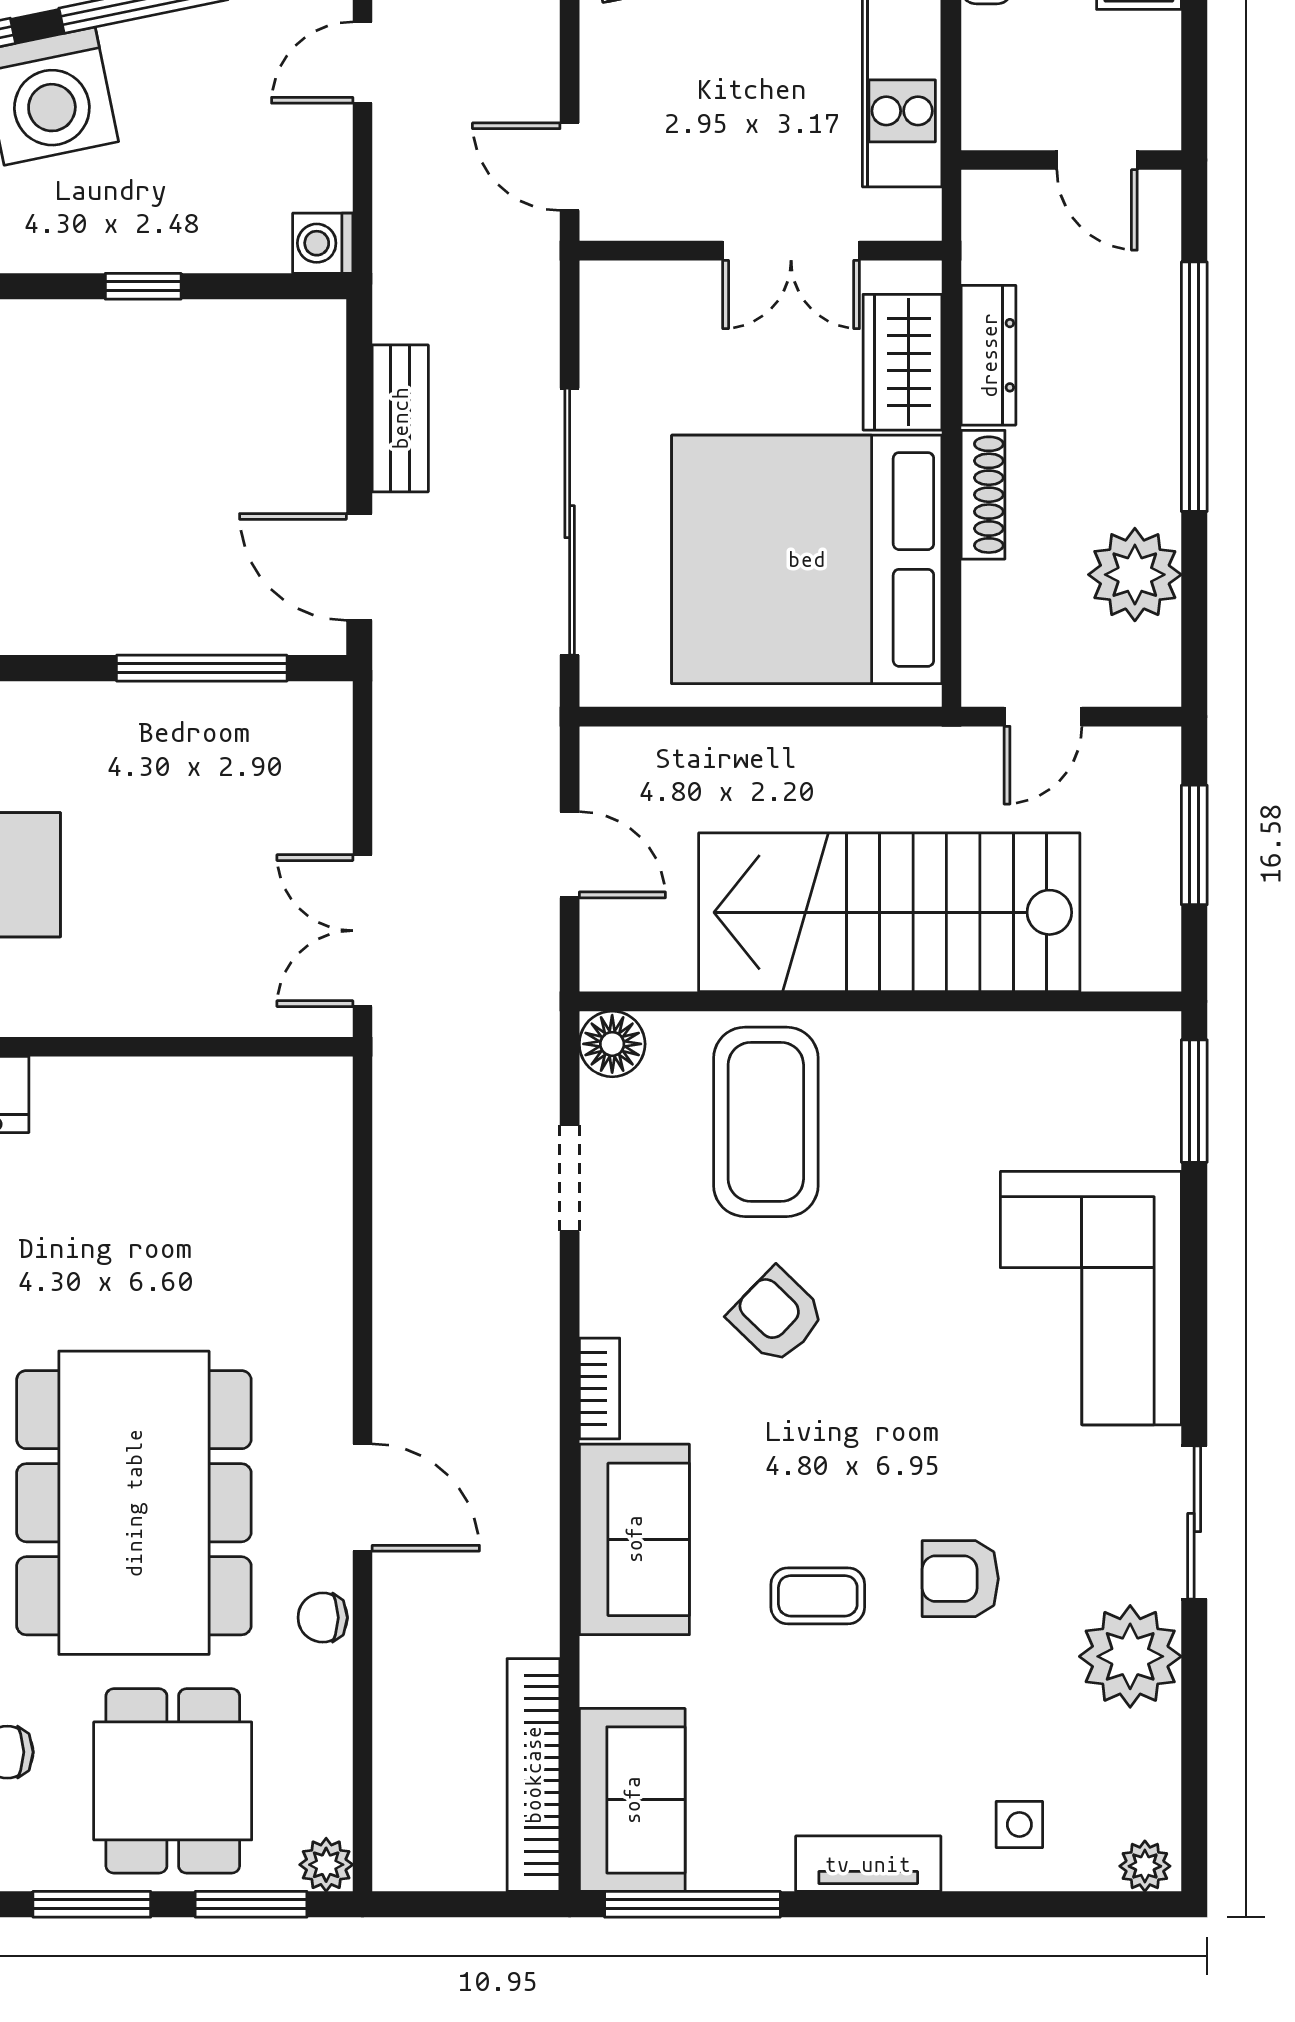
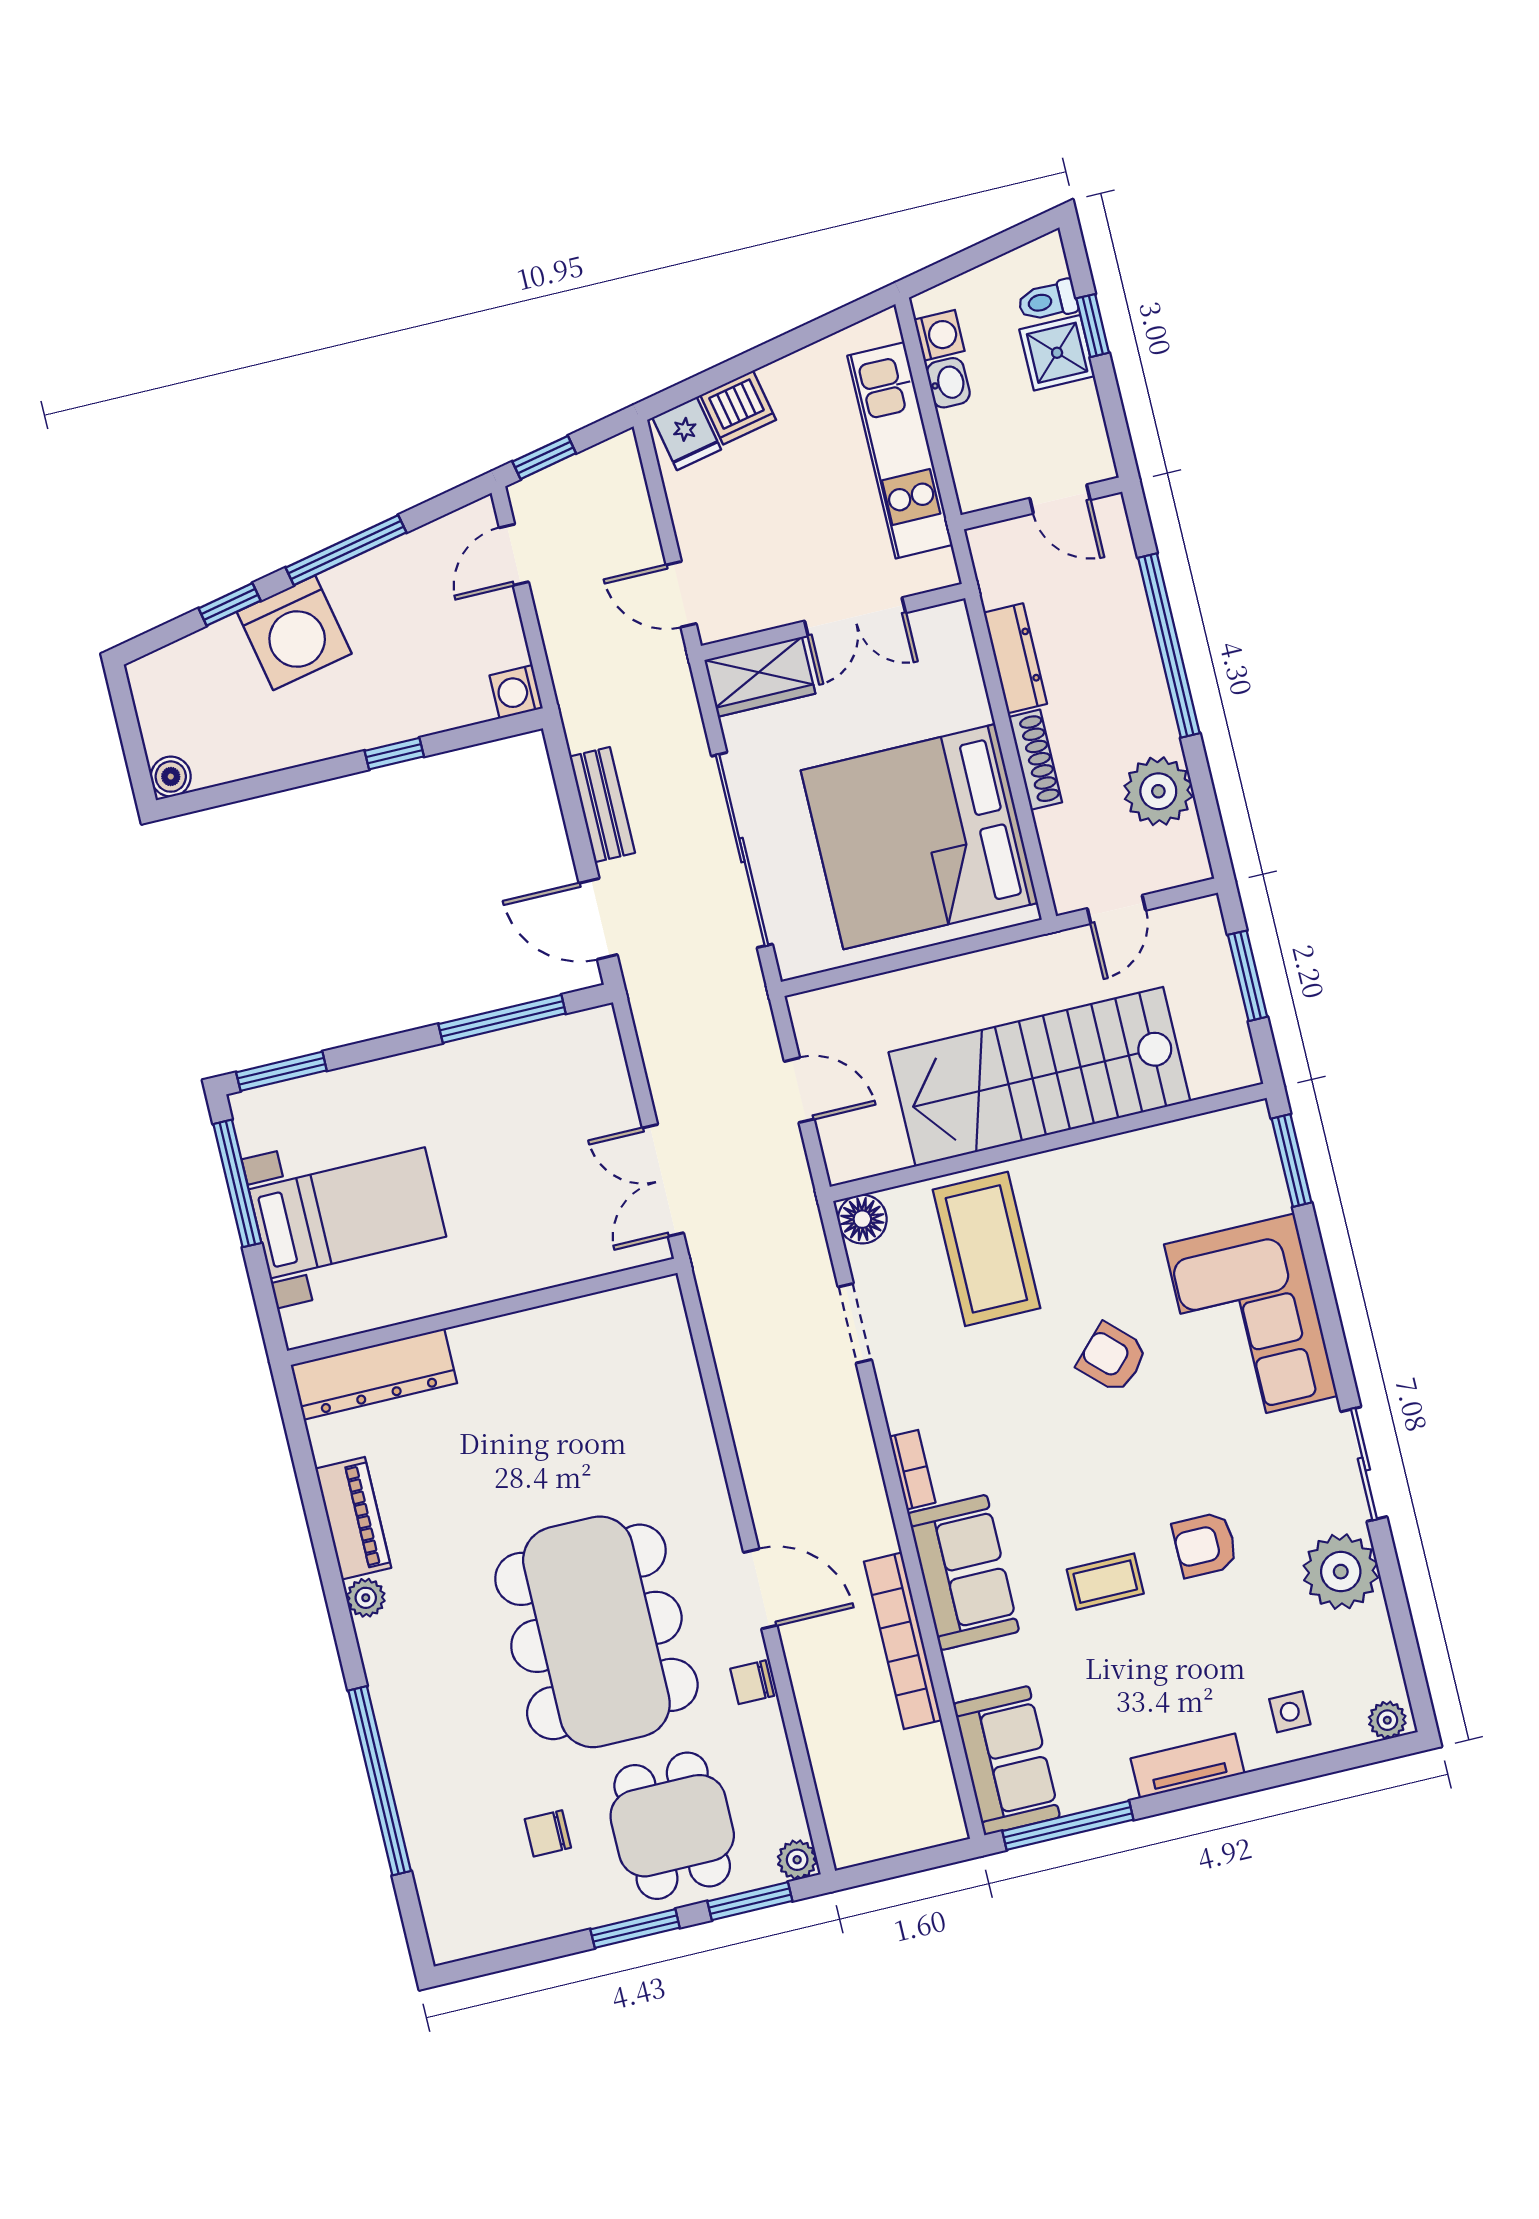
wardrobe: (902, 362) -> (760, 677), moved, turned -90
armchair: (777, 1316) -> (1112, 1358), moved
bookcase: (533, 1775) -> (903, 1641), moved

